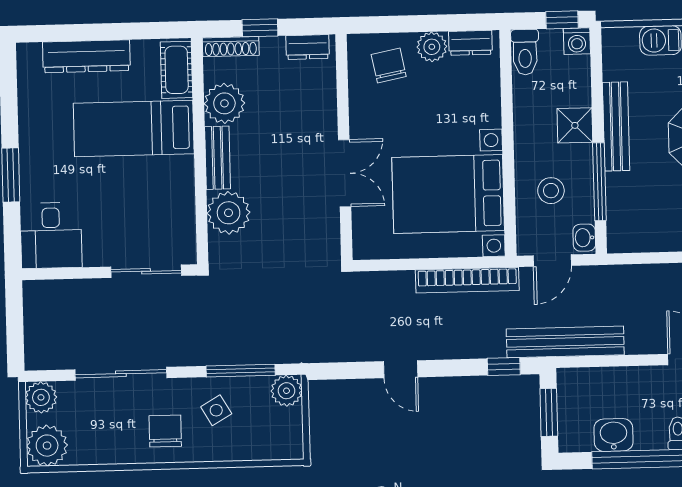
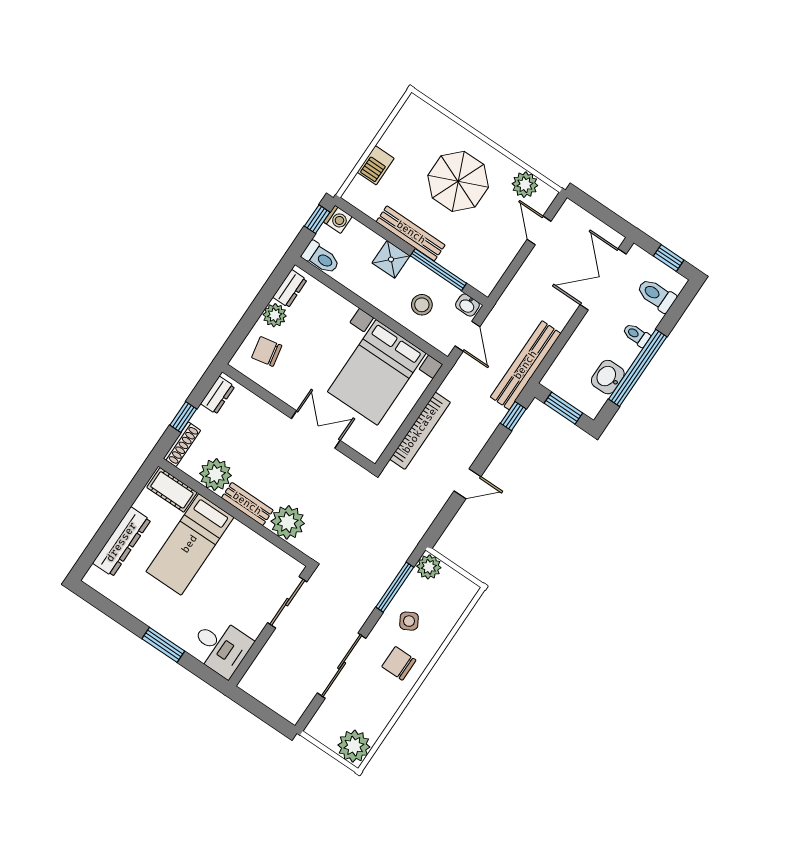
bookcase: (467, 280) -> (420, 431), moved
plant: (41, 397) -> (320, 728), removed

